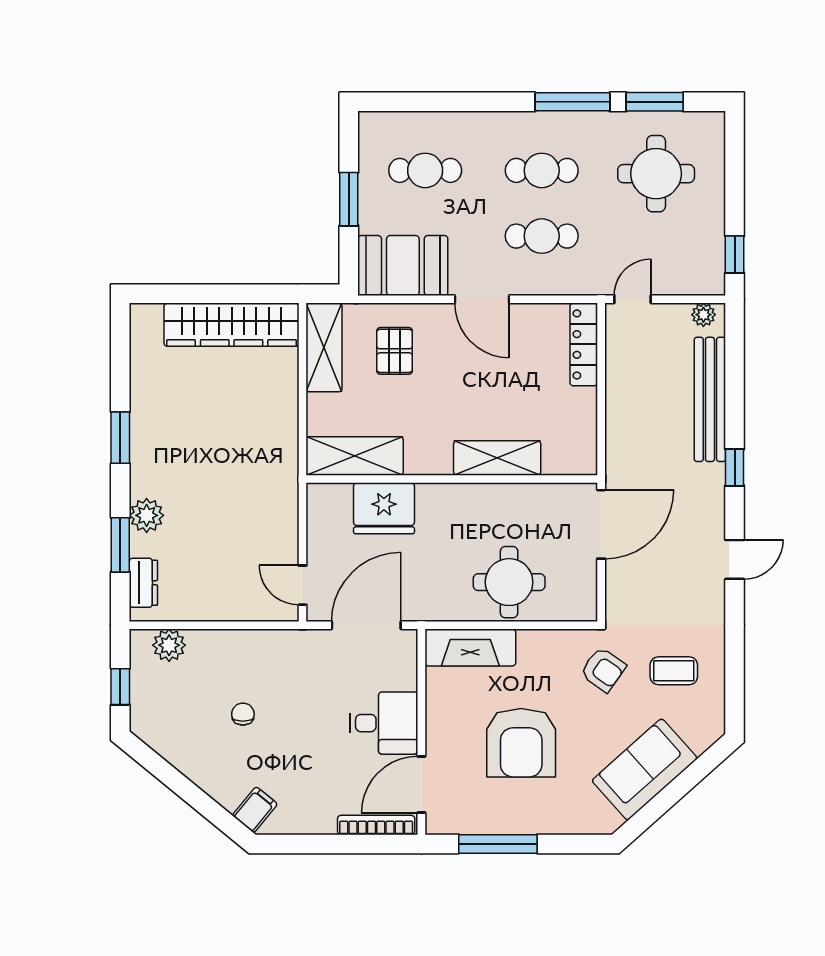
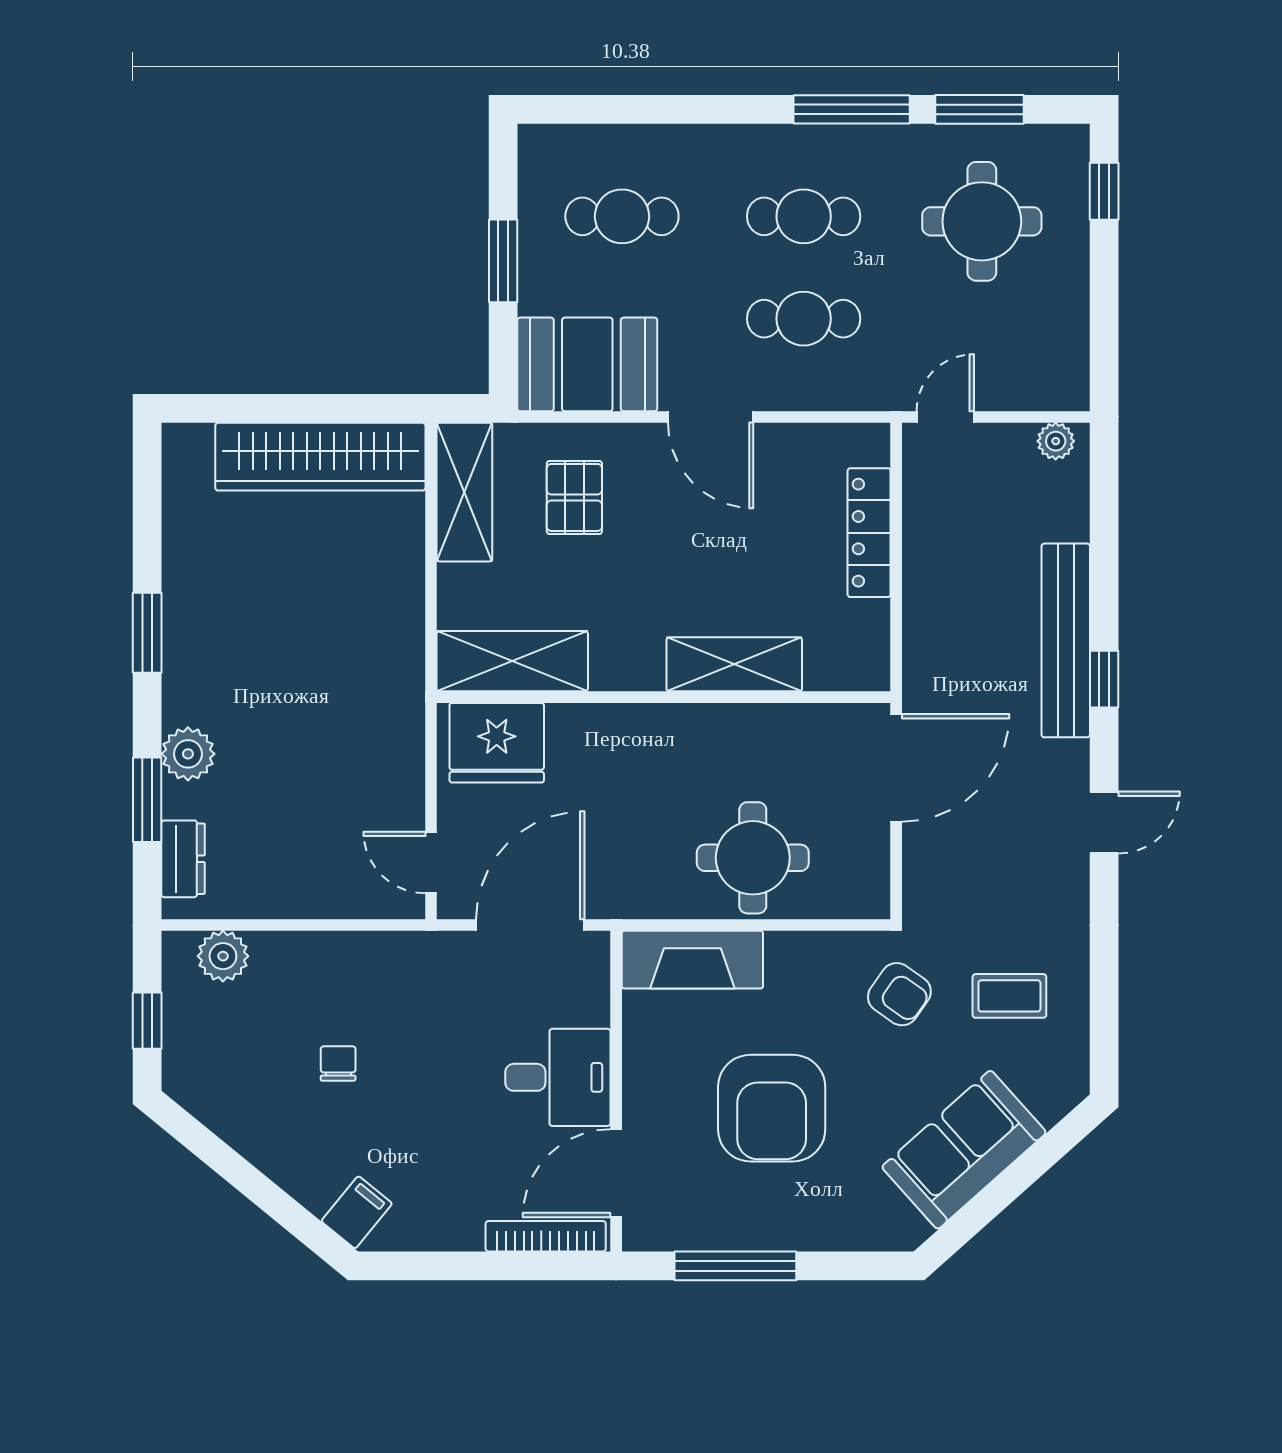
window: (735, 254) -> (1104, 191), moved
locker: (584, 344) -> (869, 533), moved
bench: (710, 399) -> (1066, 640), moved
fridge: (384, 508) -> (497, 743), moved

